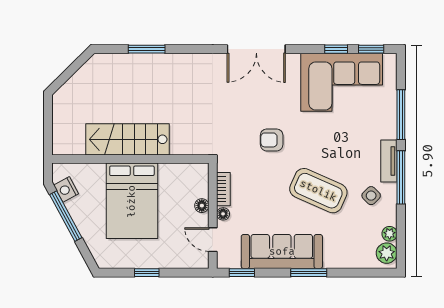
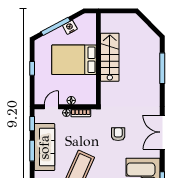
window: (147, 49) -> (162, 68), width x1.44
armchair: (272, 140) -> (118, 134), moved
nightstand: (66, 189) -> (70, 27), moved
window: (66, 216) -> (56, 26), moved
window: (309, 273) -> (32, 151), moved

